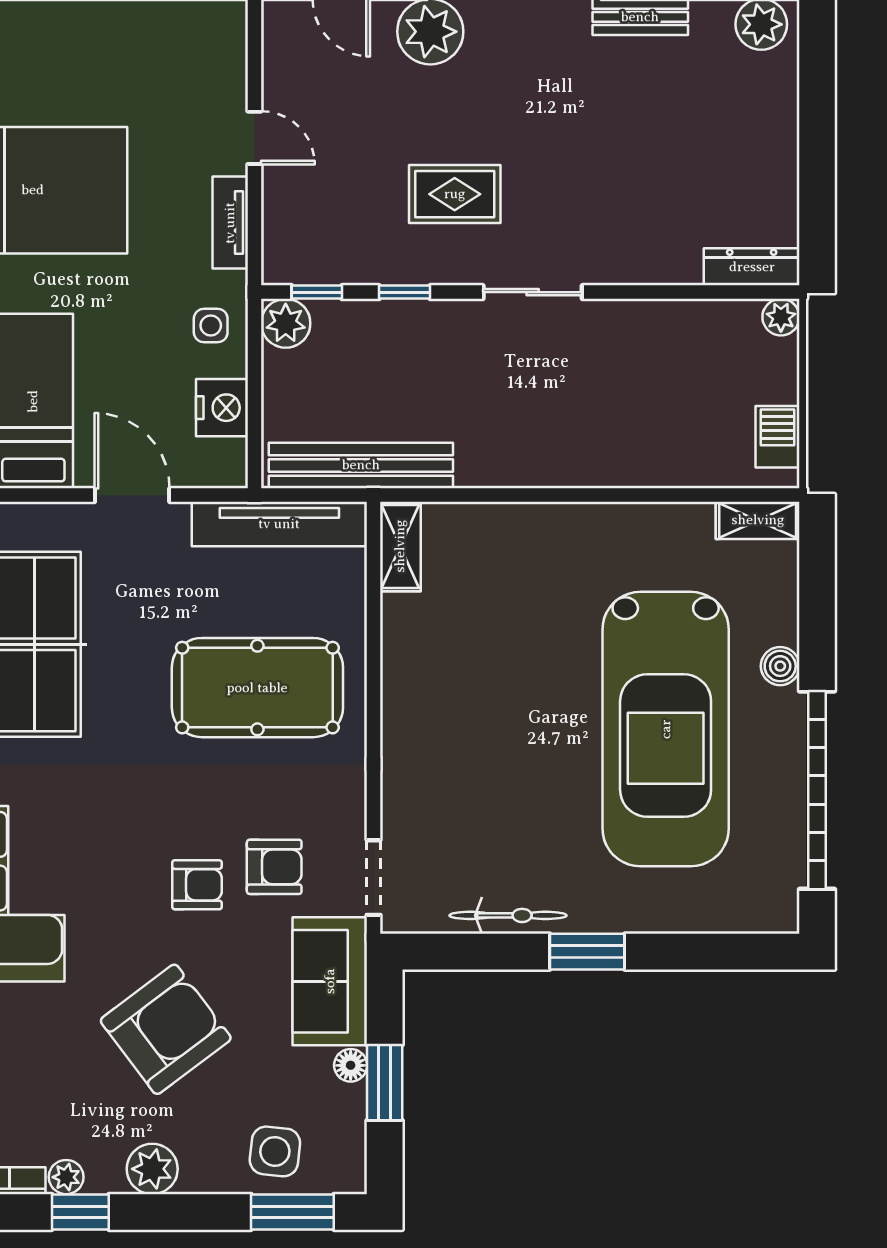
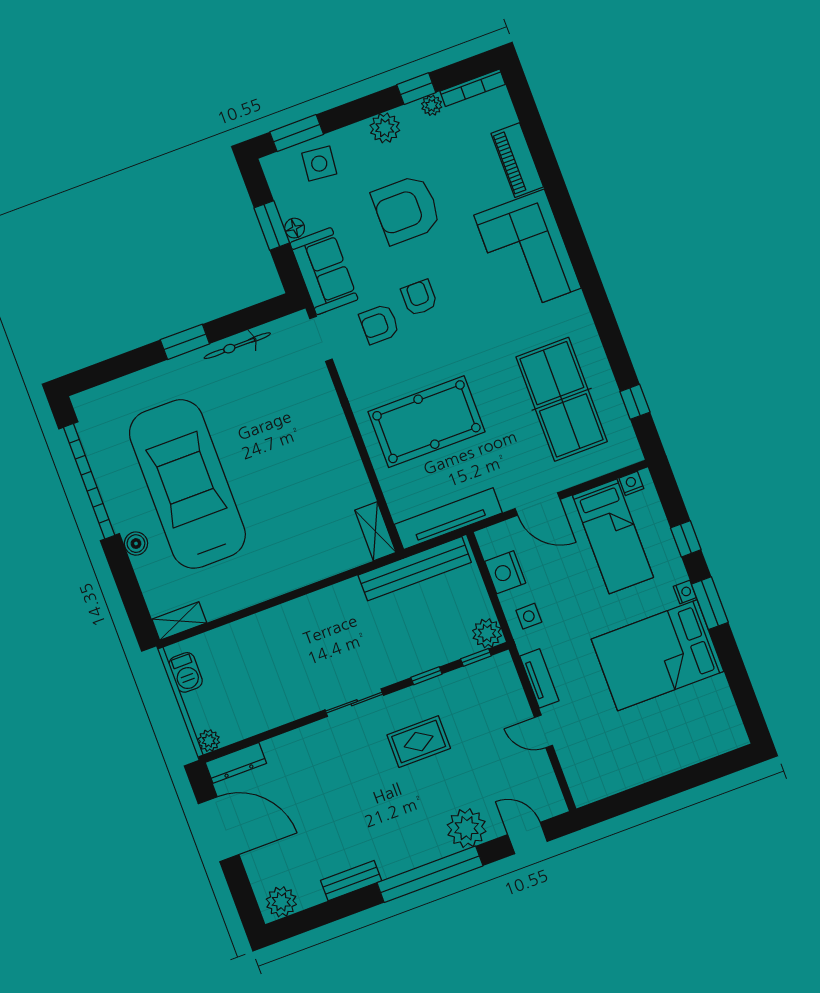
door: (817, 174) -> (219, 829), added
armchair: (197, 885) -> (419, 298), turned 90
armchair: (166, 1029) -> (406, 210), turned 37

